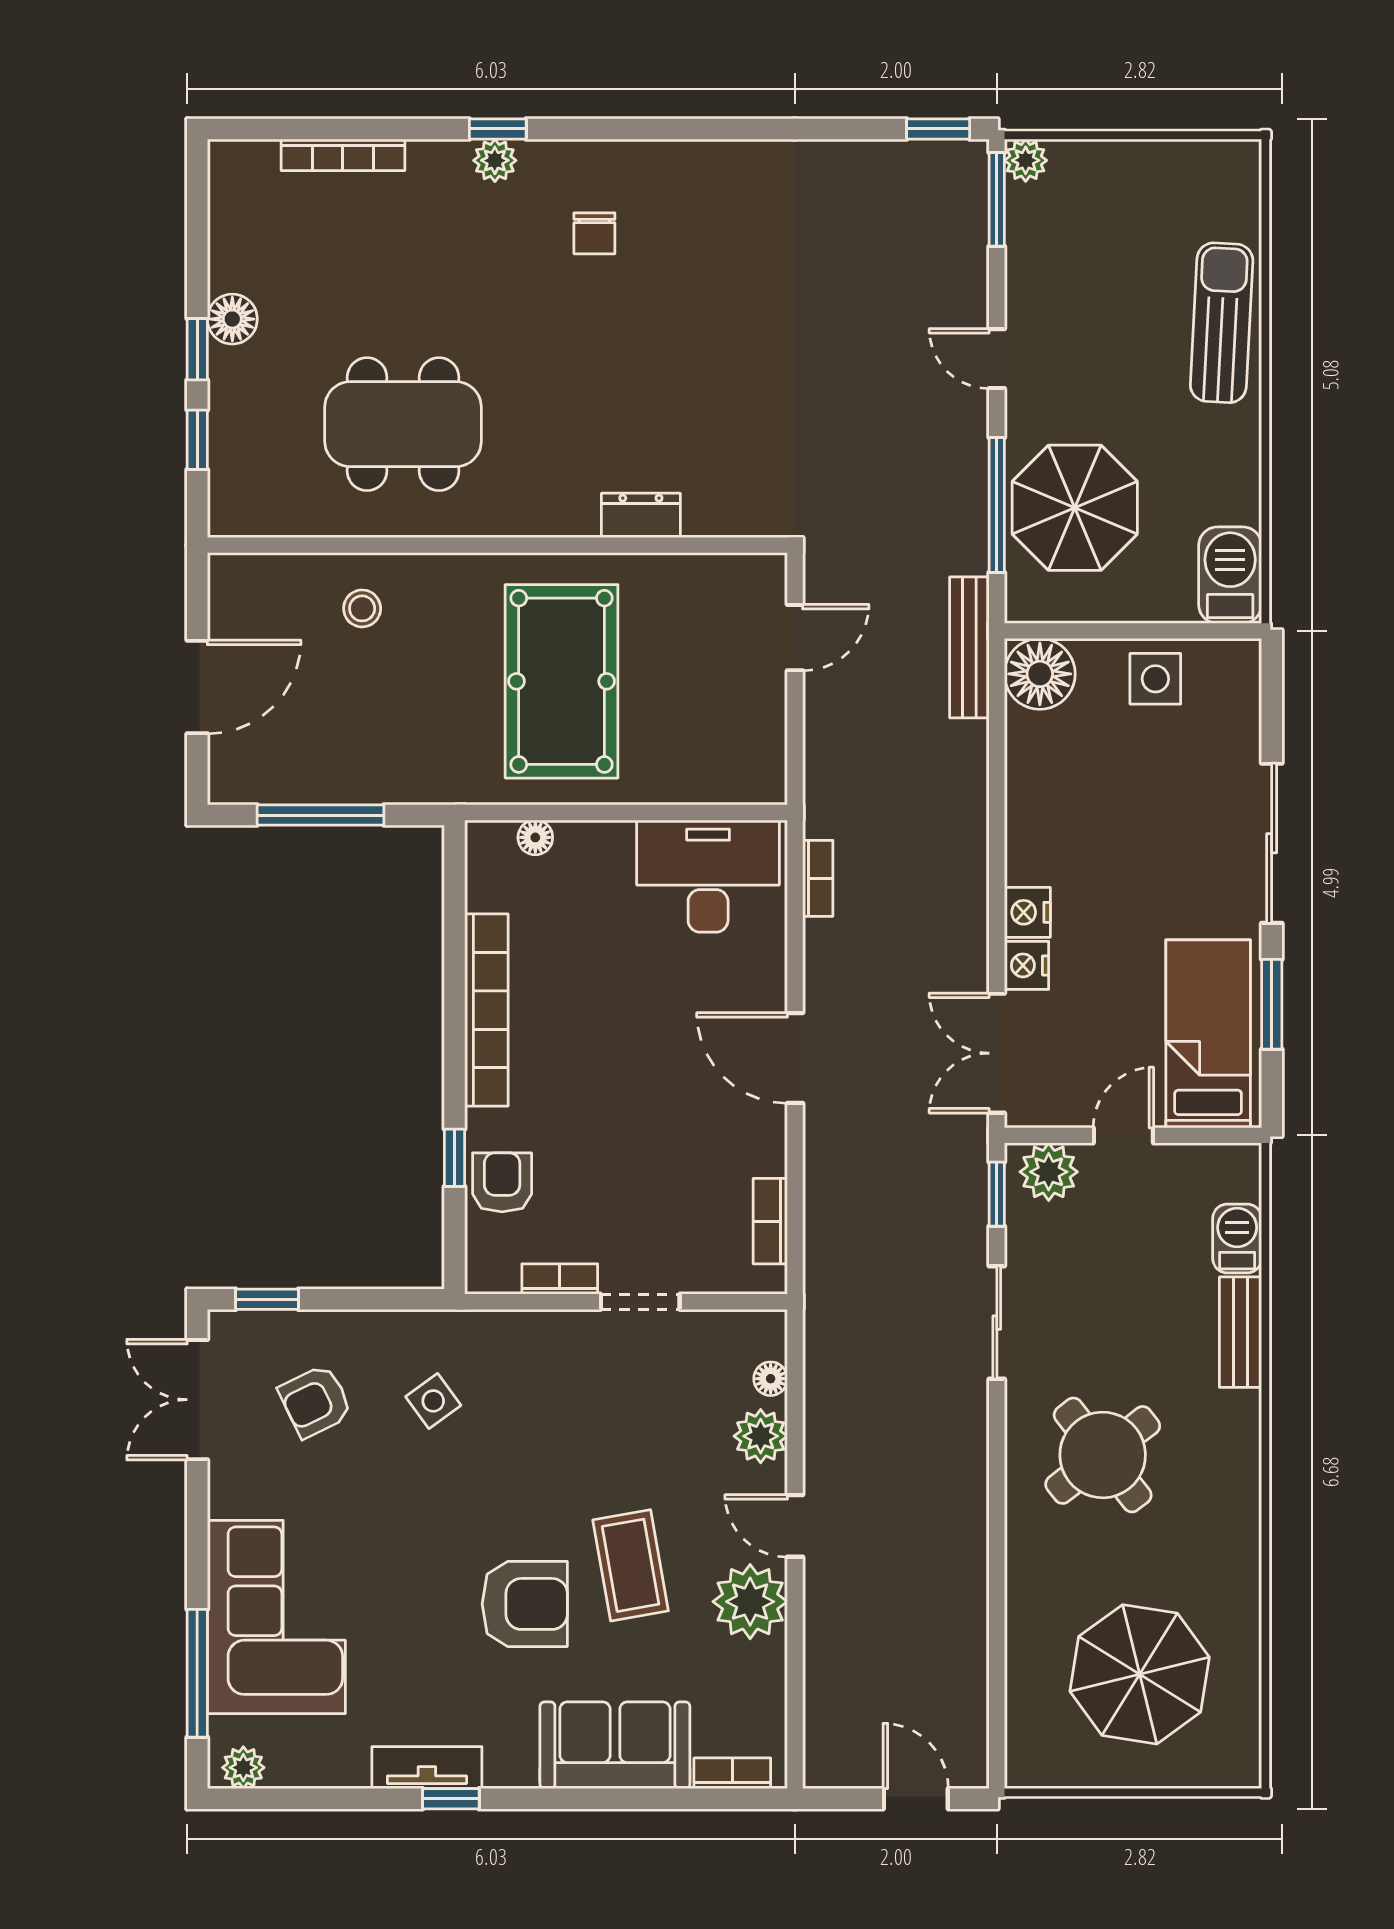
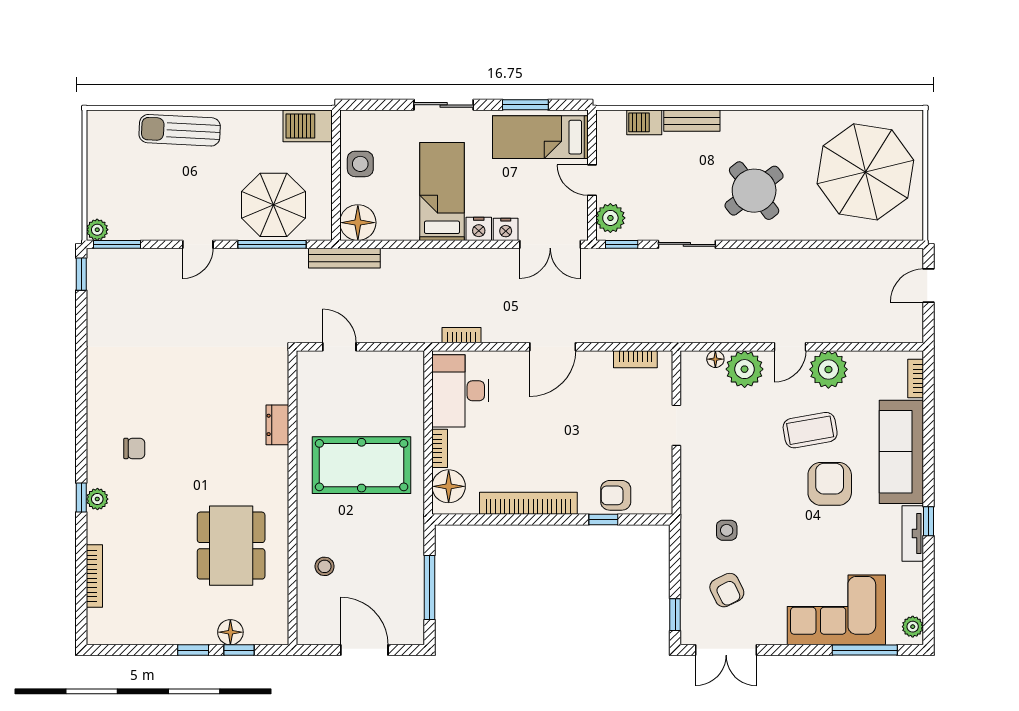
floor lamp: (232, 319) -> (230, 632), moved
floor lamp: (535, 837) -> (449, 486), width x1.89, depth x1.89
bed: (1101, 840) -> (442, 191), added
sliding door: (1272, 843) -> (444, 105), width x0.73
bookcase: (560, 1279) -> (440, 448), moved, turned 180
side table: (433, 1401) -> (727, 530), turned 36
plant: (761, 1436) -> (745, 369), width x1.36, depth x1.36
parasol: (1140, 1674) -> (865, 172), width x1.36, depth x1.36
sofa: (615, 1745) -> (901, 452), width x1.36

